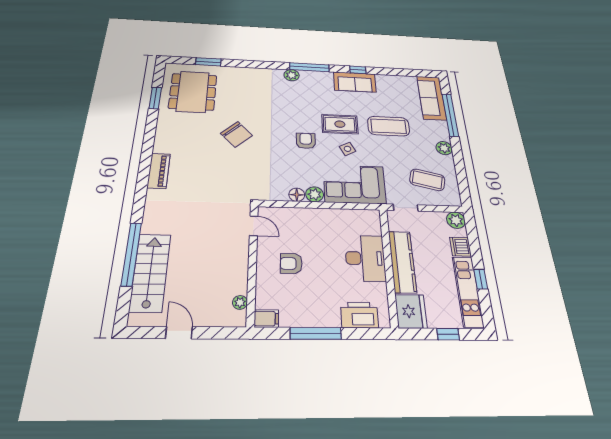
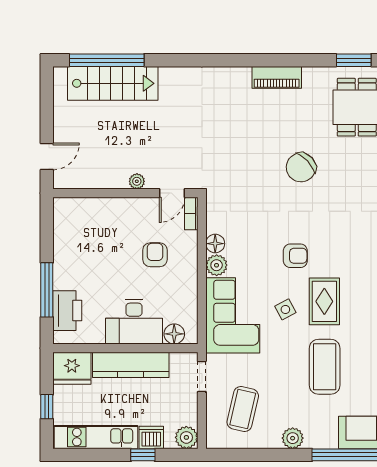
piano: (159, 171) -> (277, 77), moved
bookcase: (272, 212) -> (191, 213), added
floor lamp: (373, 227) -> (174, 334), added
window: (131, 254) -> (107, 60), moved
armchair: (291, 263) -> (155, 255), moved
window: (481, 279) -> (143, 455), moved
plant: (240, 302) -> (137, 181), moved
filing cabinet: (266, 319) -> (62, 210), removed
door: (179, 333) -> (47, 156), moved
window: (316, 333) -> (47, 290), moved

